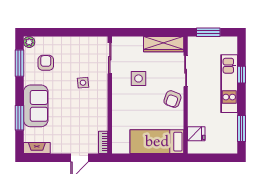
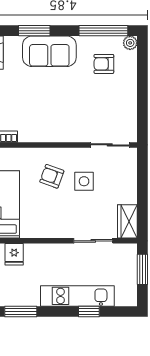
wardrobe: (164, 44) -> (127, 221), width x0.67
window: (19, 63) -> (103, 31), width x1.44
armchair: (46, 63) -> (104, 64), turned 180
side table: (83, 83) -> (79, 111), removed
armchair: (172, 99) -> (52, 176), moved

